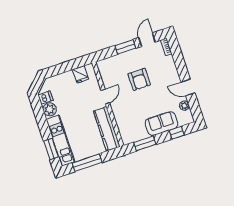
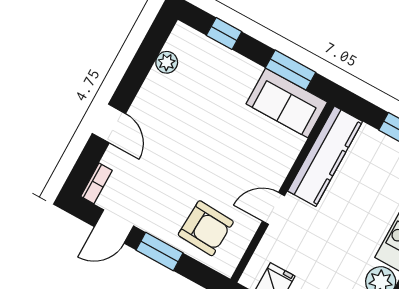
armchair: (139, 79) -> (206, 228), moved, turned 93
door: (188, 88) -> (109, 124), moved
sofa: (161, 124) -> (287, 103), moved

